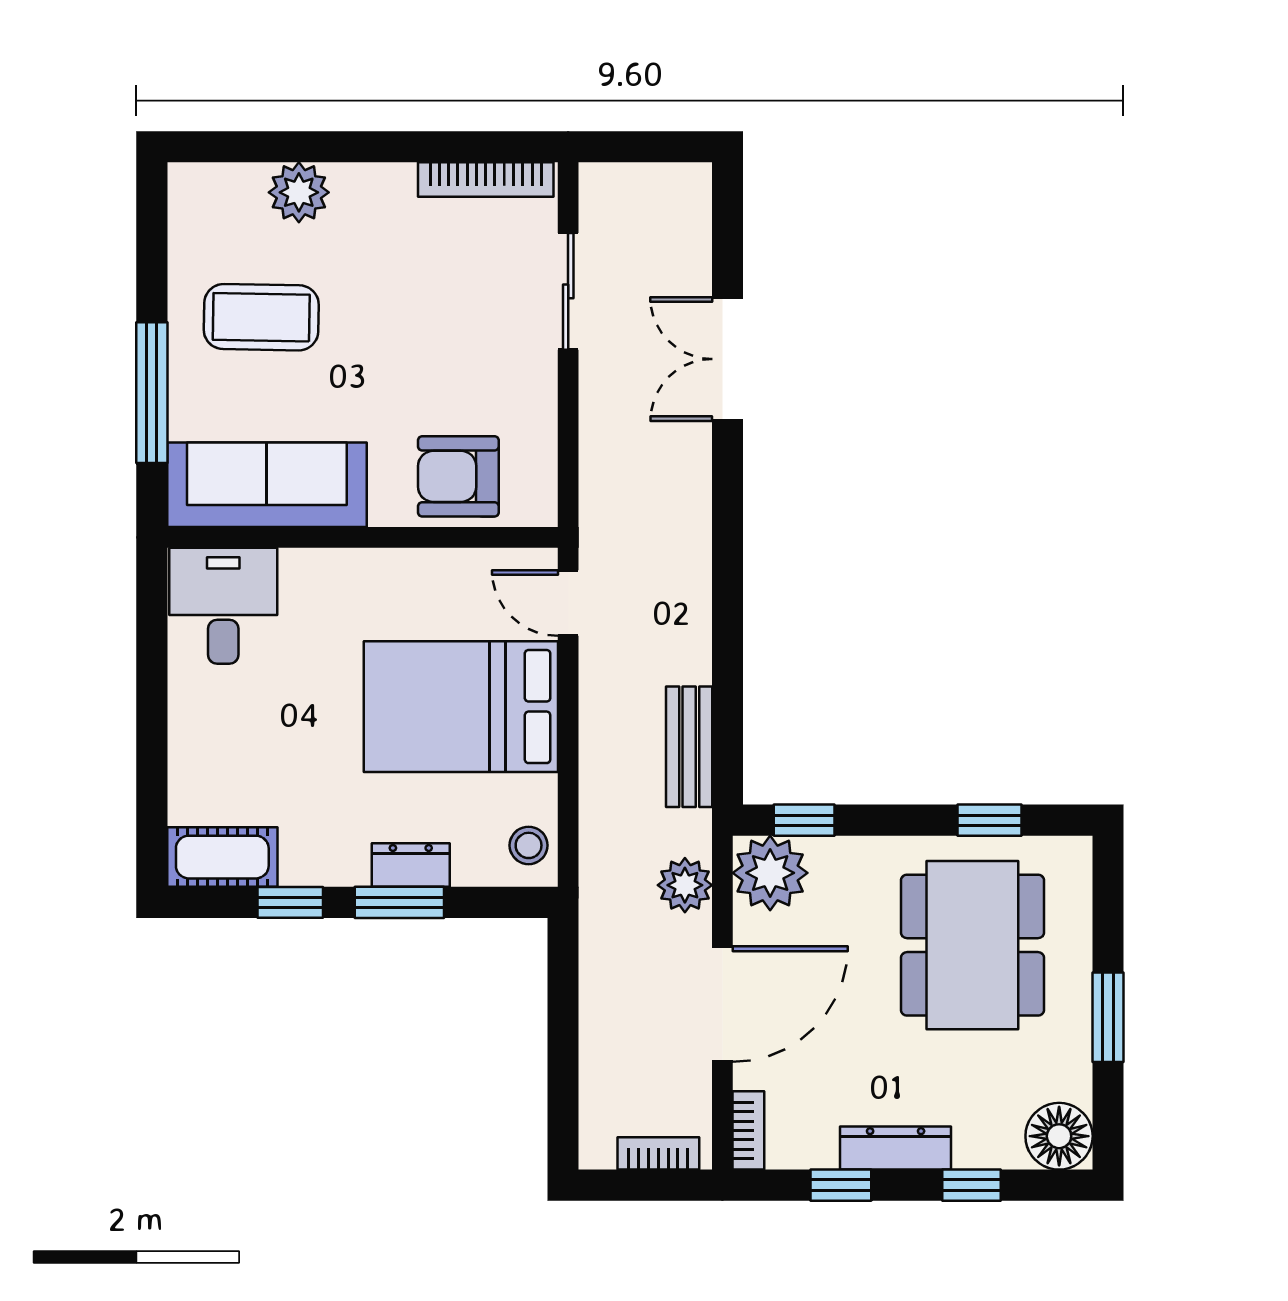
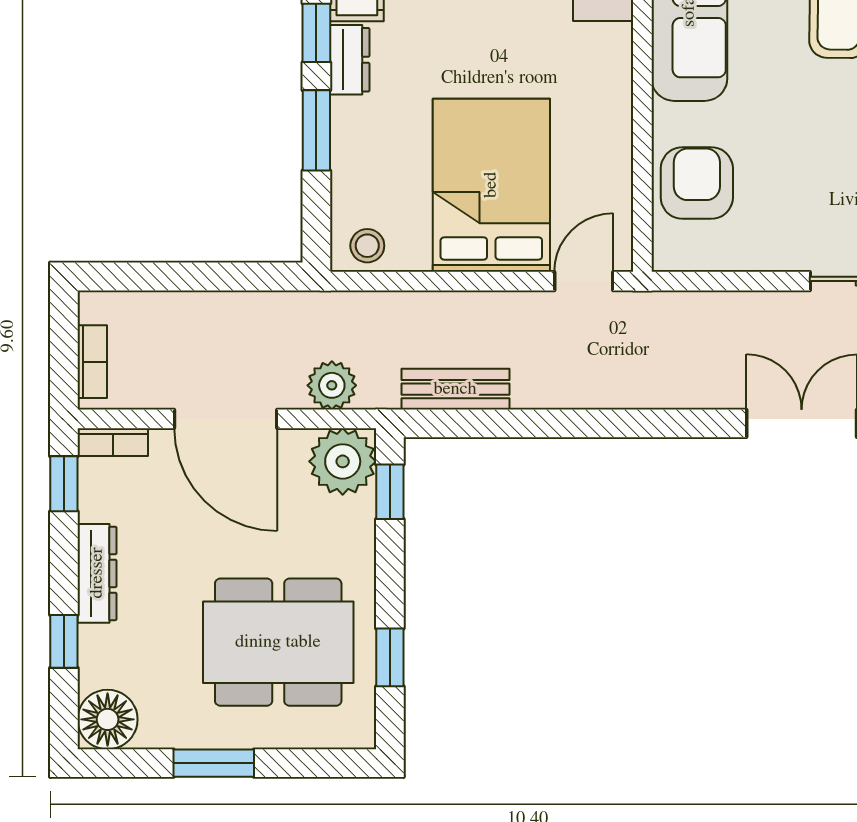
dresser: (411, 865) -> (350, 60), moved
window: (841, 1185) -> (64, 484), moved

